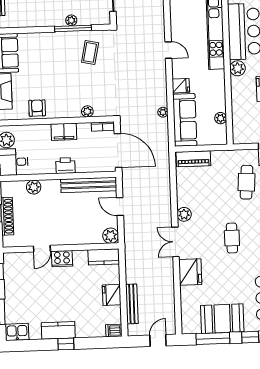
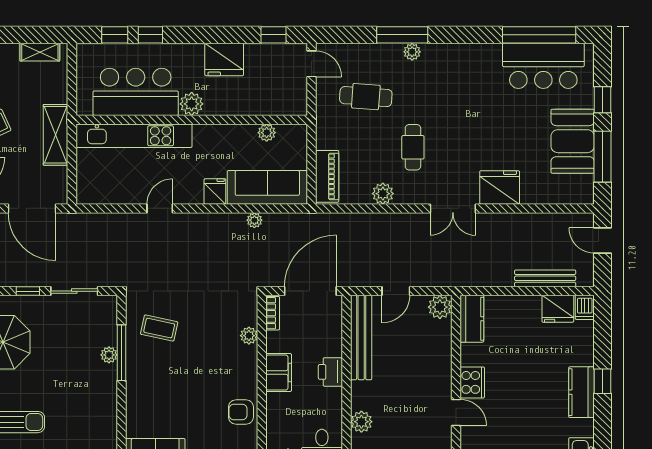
plant: (184, 214) -> (383, 194), moved
cafe table: (232, 238) -> (413, 147), moved, turned 90
fridge: (112, 295) -> (558, 309), moved

